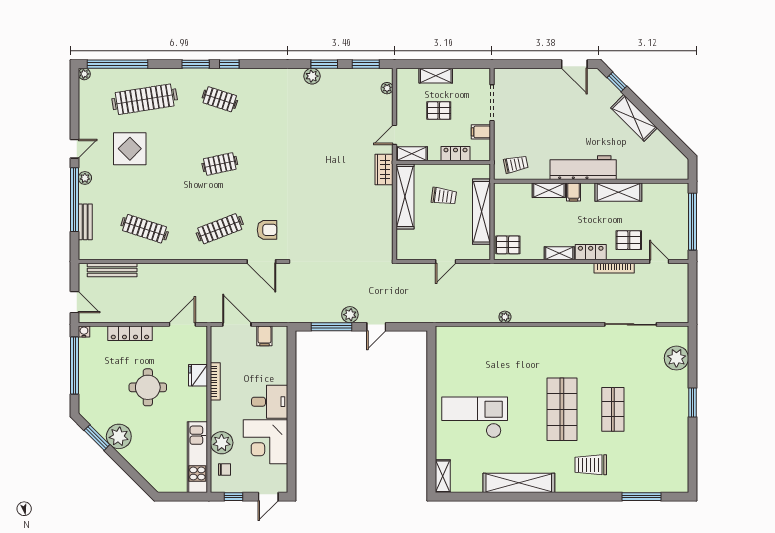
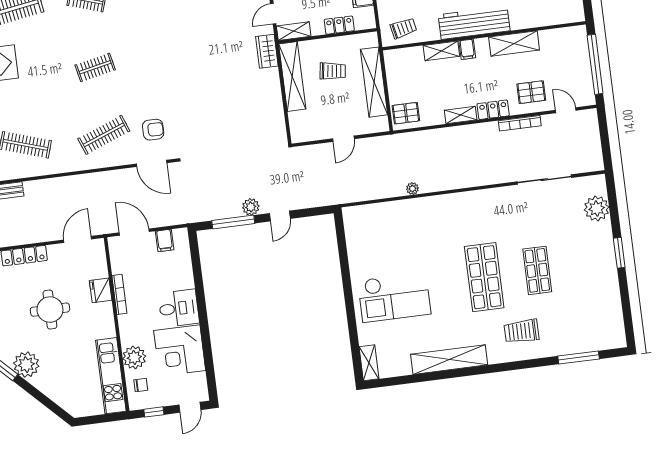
checkout: (475, 417) -> (394, 297), turned 180

